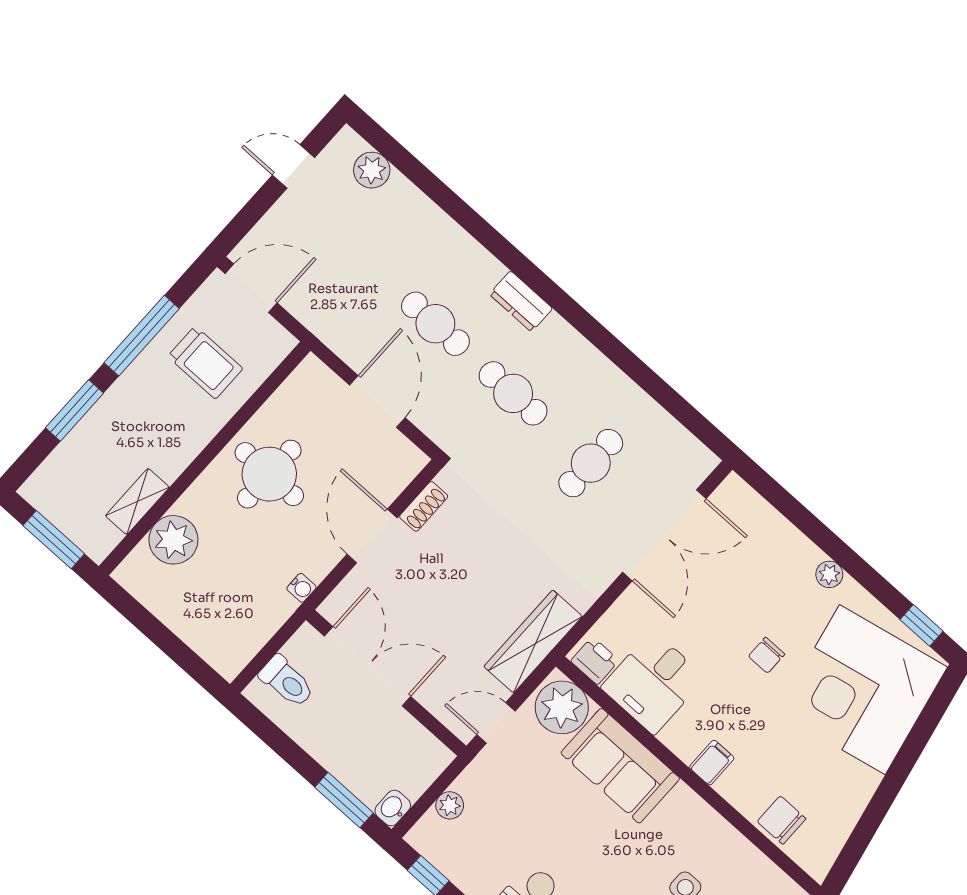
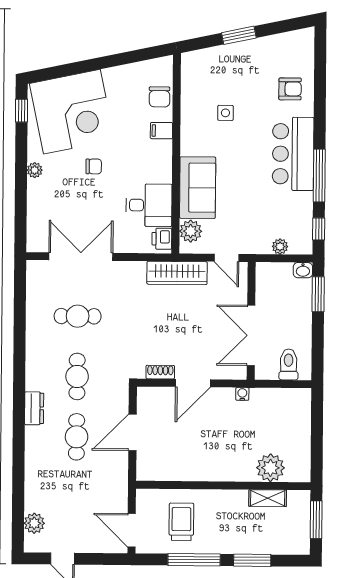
round table: (269, 474) -> (205, 451), removed
plant: (562, 707) -> (191, 231), width x0.73, depth x0.73
filing cabinet: (712, 763) -> (161, 131), moved

